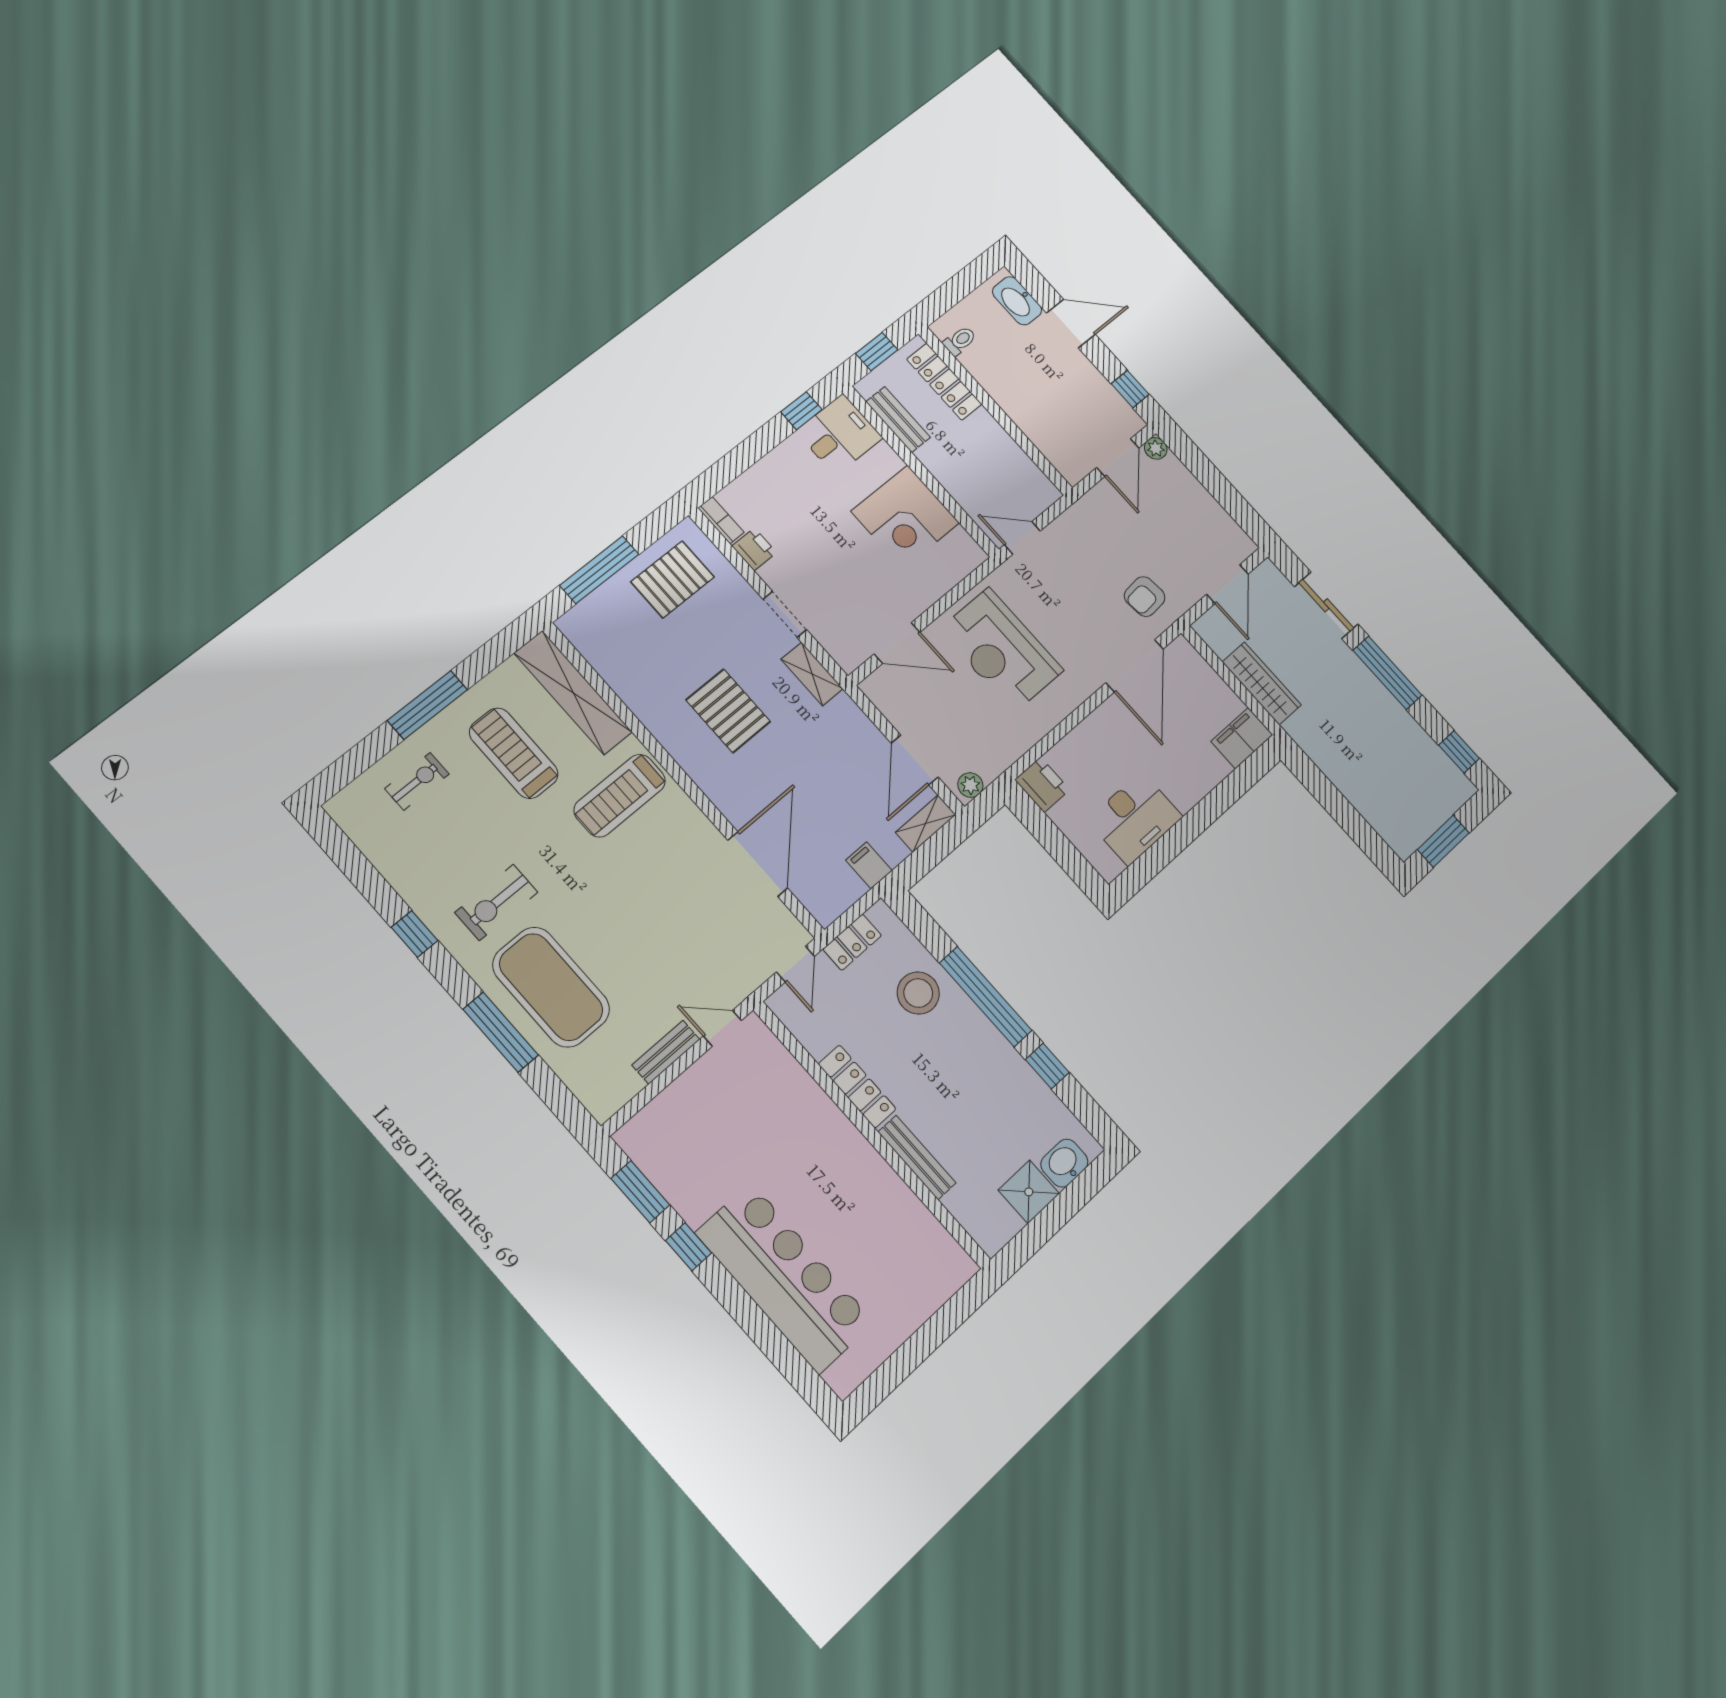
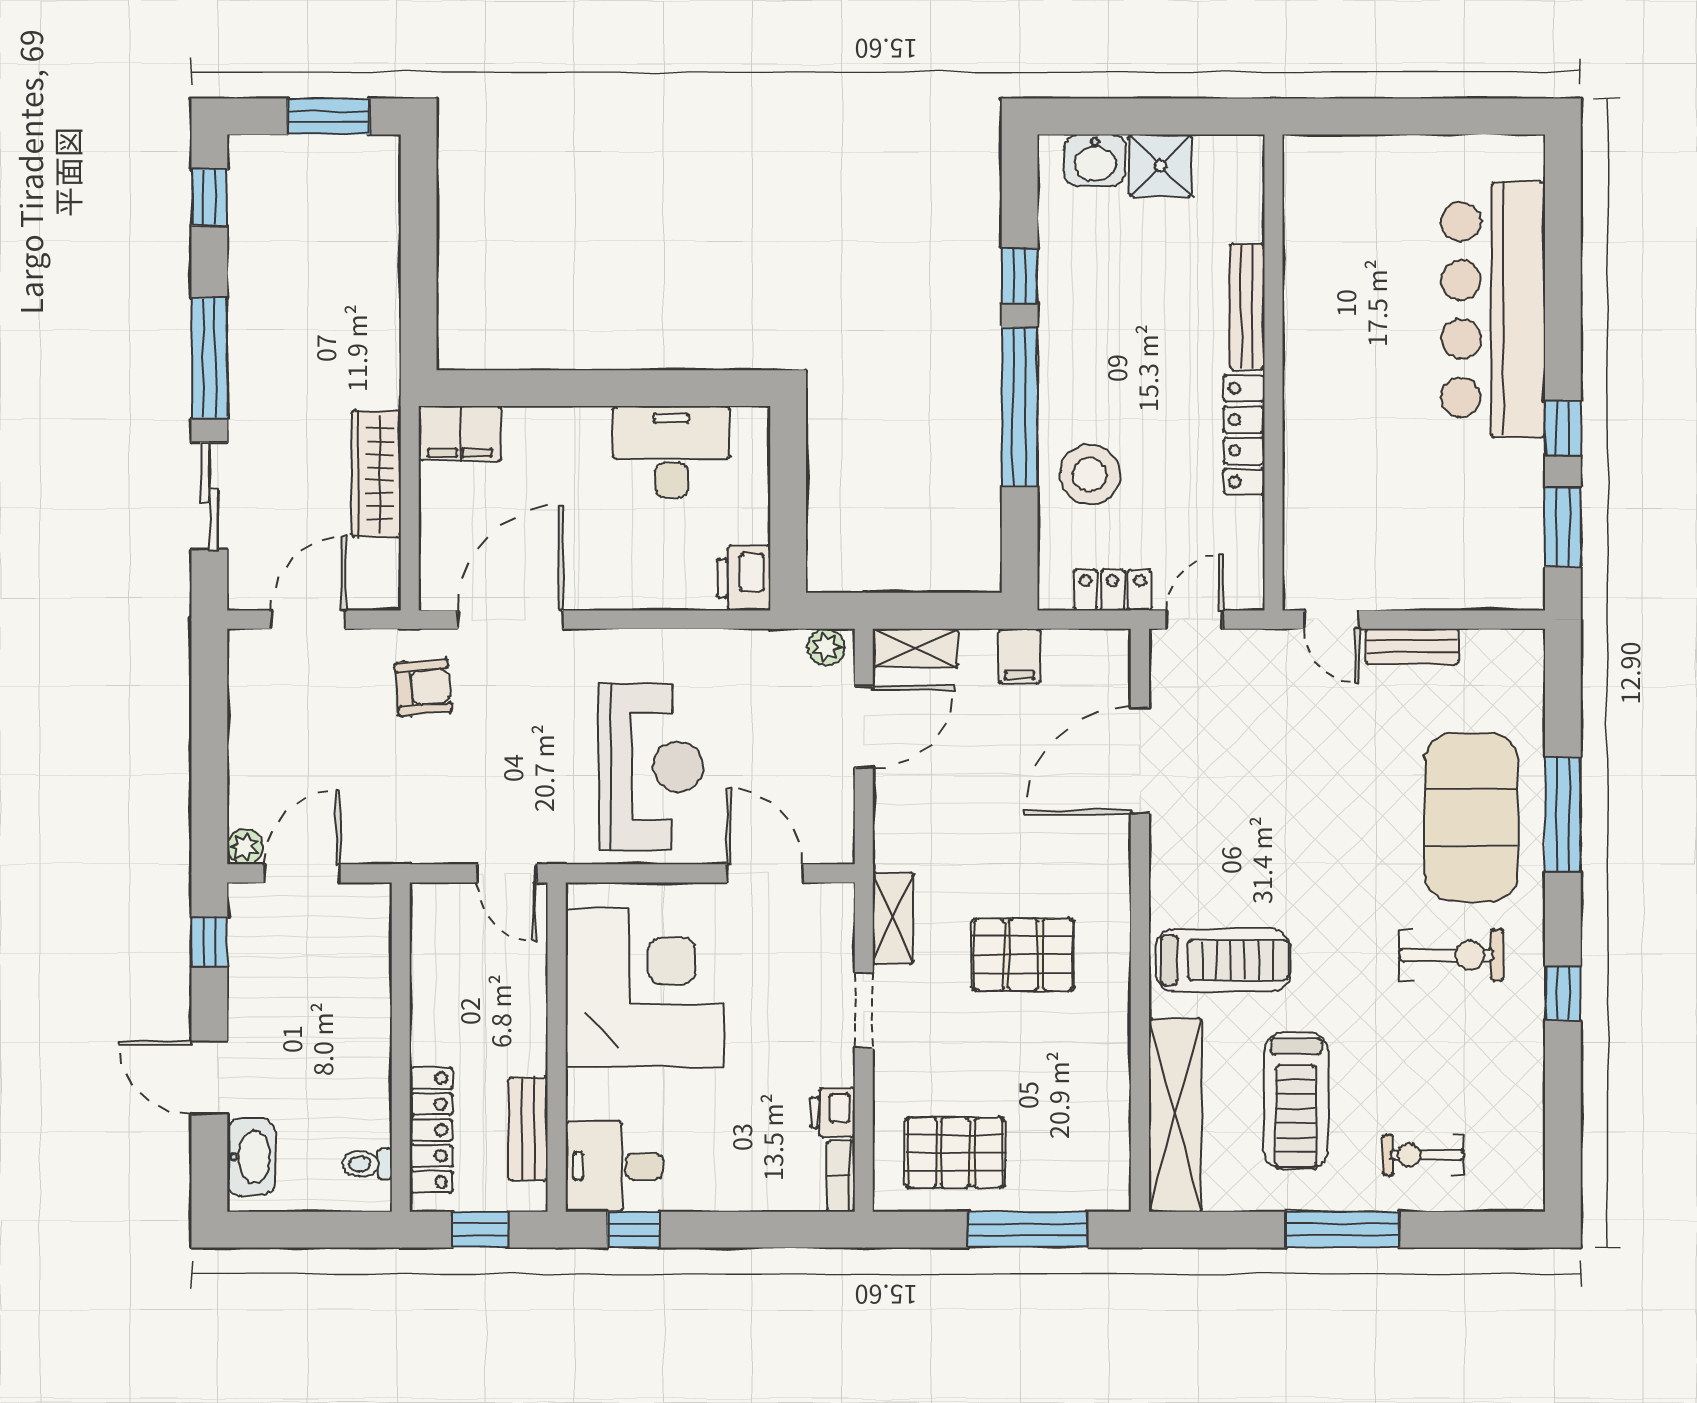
corner desk: (905, 517) -> (645, 988), width x1.36, depth x1.36
pallet: (728, 711) -> (1023, 955), turned 90

